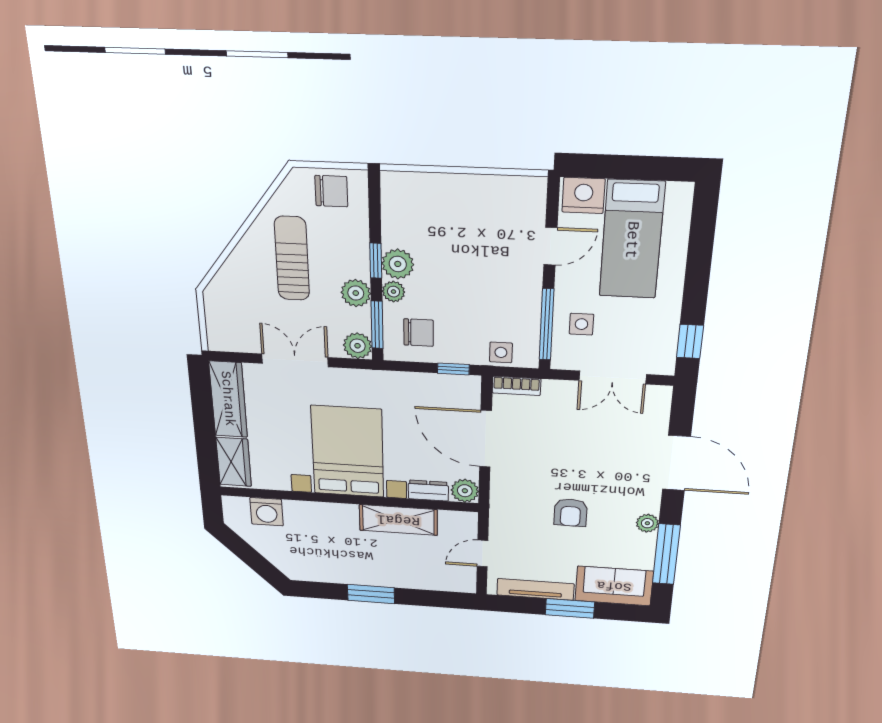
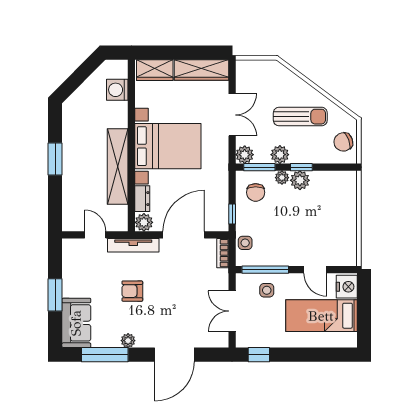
chair: (331, 191) -> (343, 142), turned 69
shelving: (398, 520) -> (118, 167), width x1.47
tv unit: (535, 589) -> (133, 245), moved, turned 90

